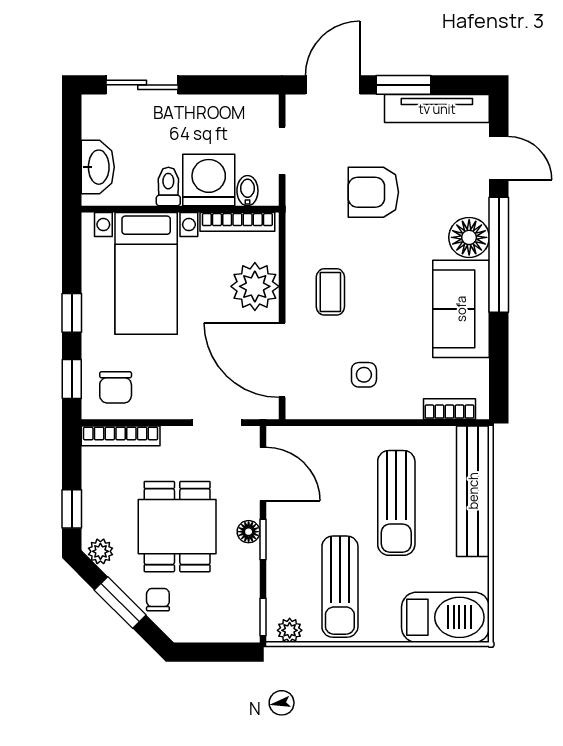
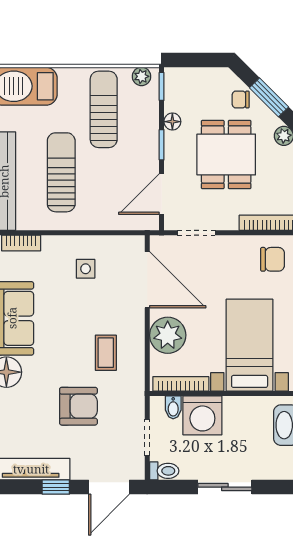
sliding door: (142, 85) -> (225, 487), moved
window: (403, 85) -> (56, 487), width x0.67
toilet: (168, 187) -> (164, 471), moved, turned -90
coffee table: (330, 292) -> (106, 353), moved
chair: (116, 387) -> (273, 259), turned 90
door: (263, 474) -> (162, 194), hinge flipped
floor lamp: (249, 532) -> (172, 122), moved
chair: (158, 600) -> (241, 100), turned 90

